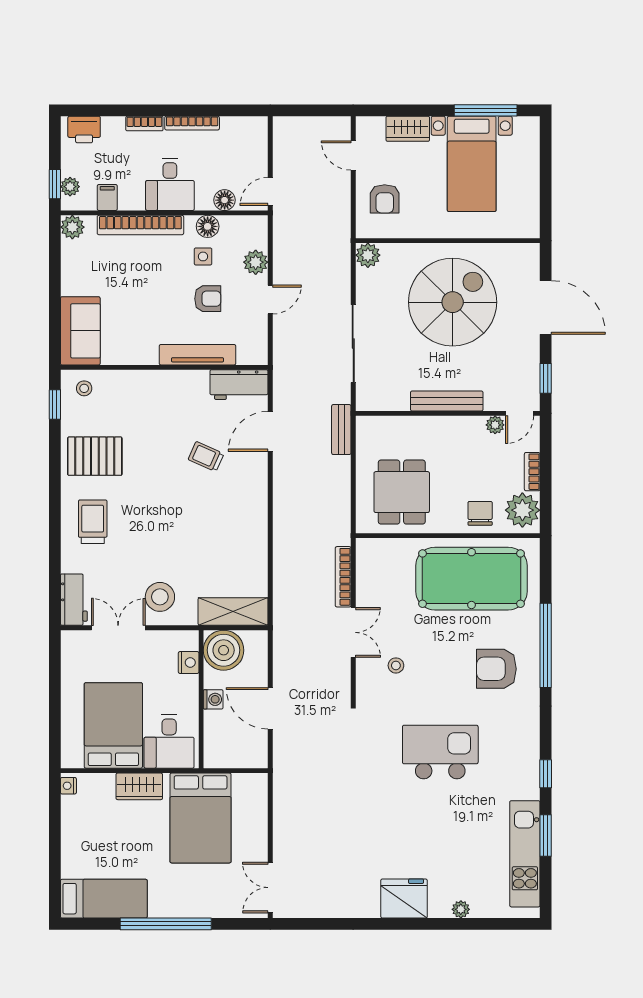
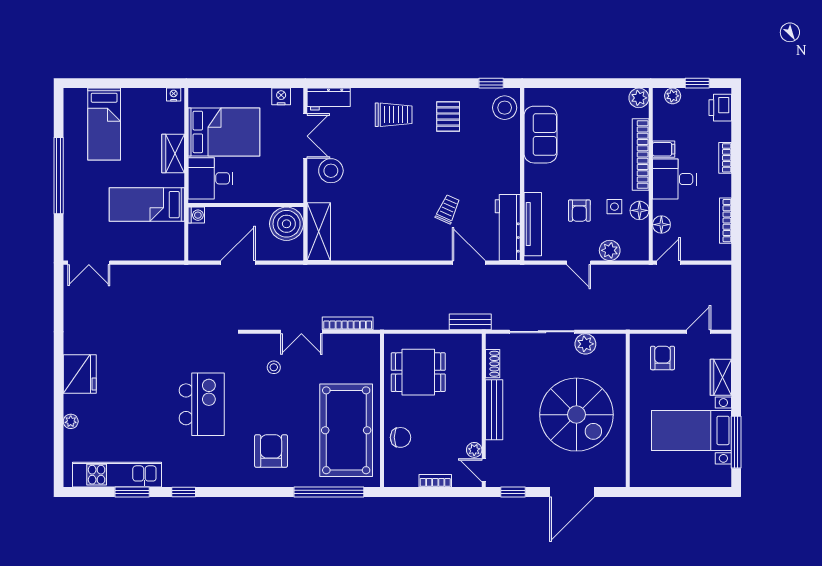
bookcase: (192, 123) -> (726, 221), moved
window: (55, 184) -> (697, 83), moved
door: (270, 191) -> (669, 263), hinge flipped
filing cabinet: (107, 197) -> (664, 149), moved
armchair: (385, 199) -> (662, 358), turned 90
plant: (368, 255) -> (585, 344), moved
sofa: (80, 331) -> (541, 135), moved, turned -90
tv unit: (198, 355) -> (533, 224), moved
workbench: (239, 385) -> (508, 228), width x1.38
stool: (84, 388) -> (505, 108), width x1.89, depth x1.89
shoe rack: (392, 403) -> (493, 364), added
pallet: (95, 456) -> (448, 117), width x0.67, depth x0.71
plant: (522, 510) -> (403, 473), removed
window: (546, 645) -> (329, 492), moved
nightstand: (189, 662) -> (281, 96), moved, turned 180
washing machine: (213, 699) -> (196, 215), moved, turned -90
bed: (201, 818) -> (147, 205), width x0.67
double door: (270, 888) -> (89, 263), swing flipped
bed: (104, 899) -> (104, 124), moved

